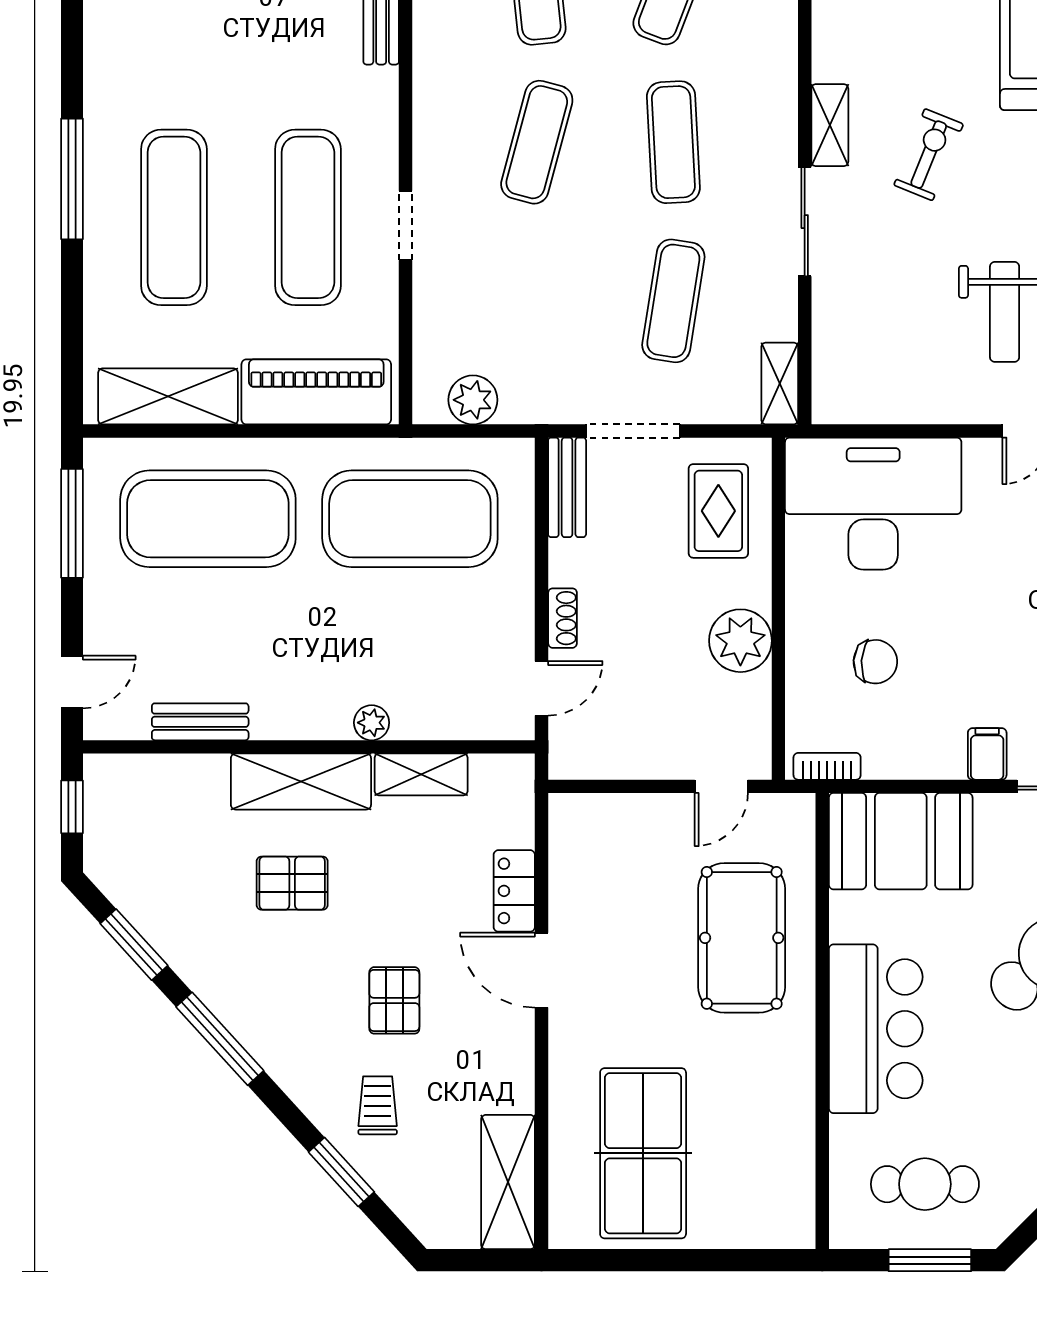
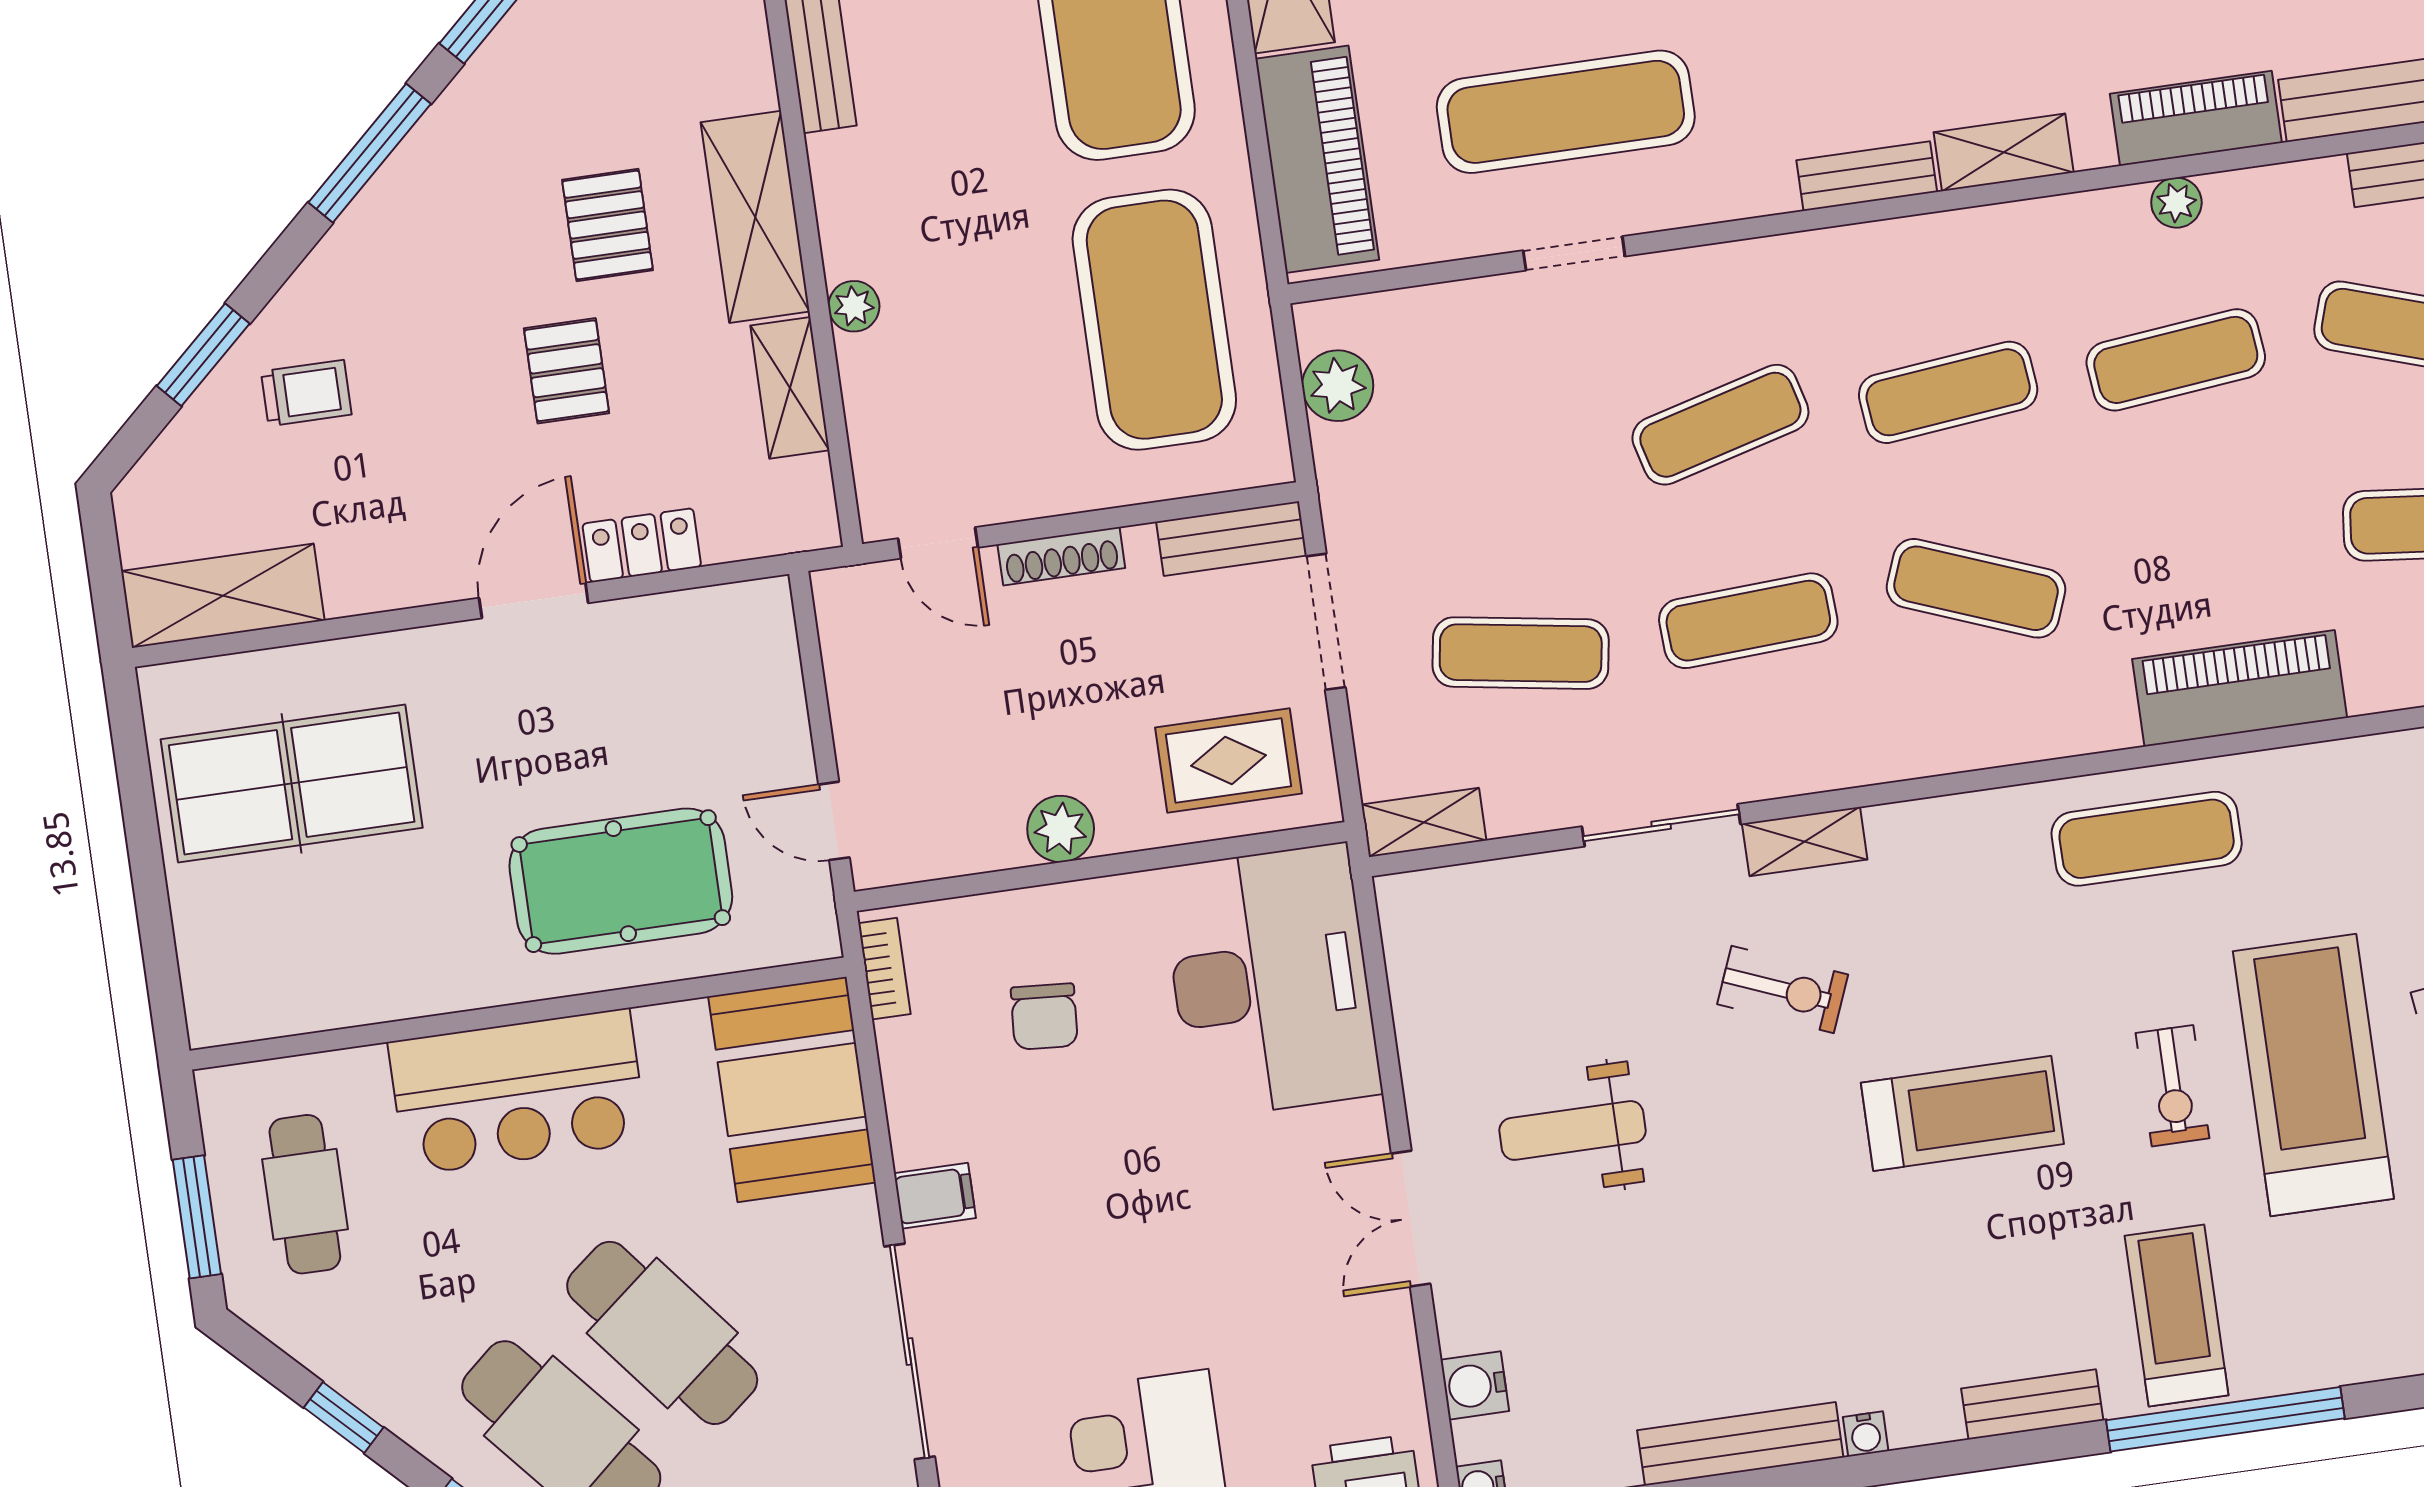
exercise mat: (537, 142) -> (1720, 425), turned -30
shoe rack: (562, 618) -> (1061, 556), width x1.43
plant: (740, 641) -> (1061, 829), width x0.73, depth x0.73
pallet: (394, 1000) -> (567, 371), moved, turned 90

